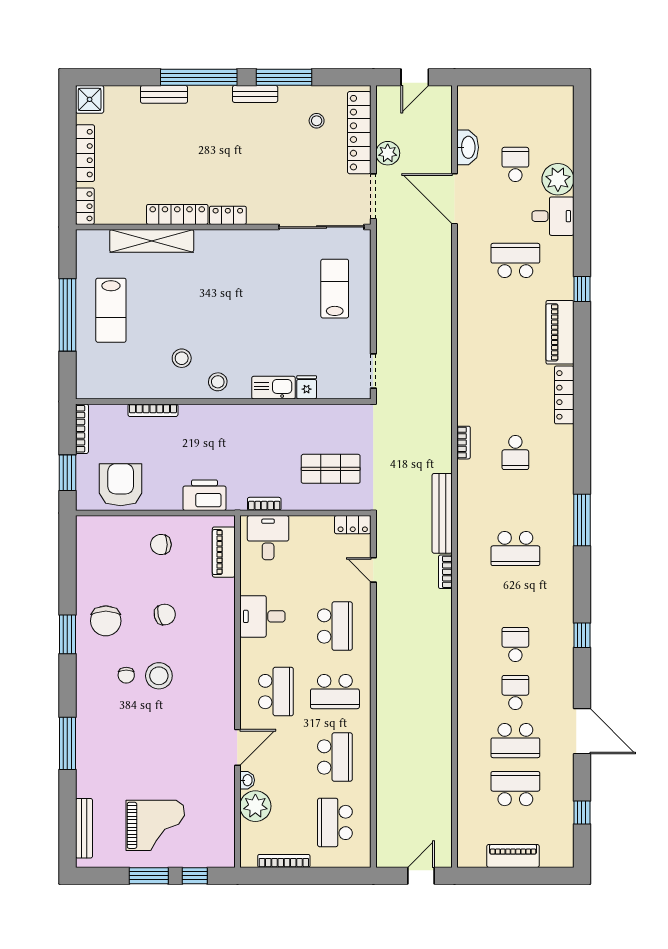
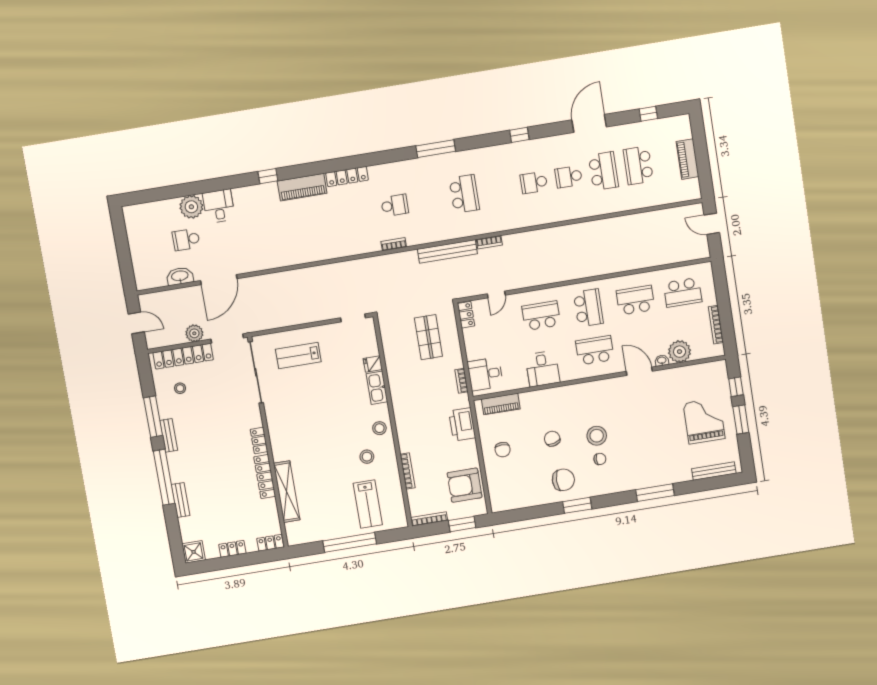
locker: (85, 153) -> (232, 549), width x0.66
school desk: (515, 260) -> (256, 228), removed
lab bench: (111, 310) -> (368, 504), moved, turned 90

